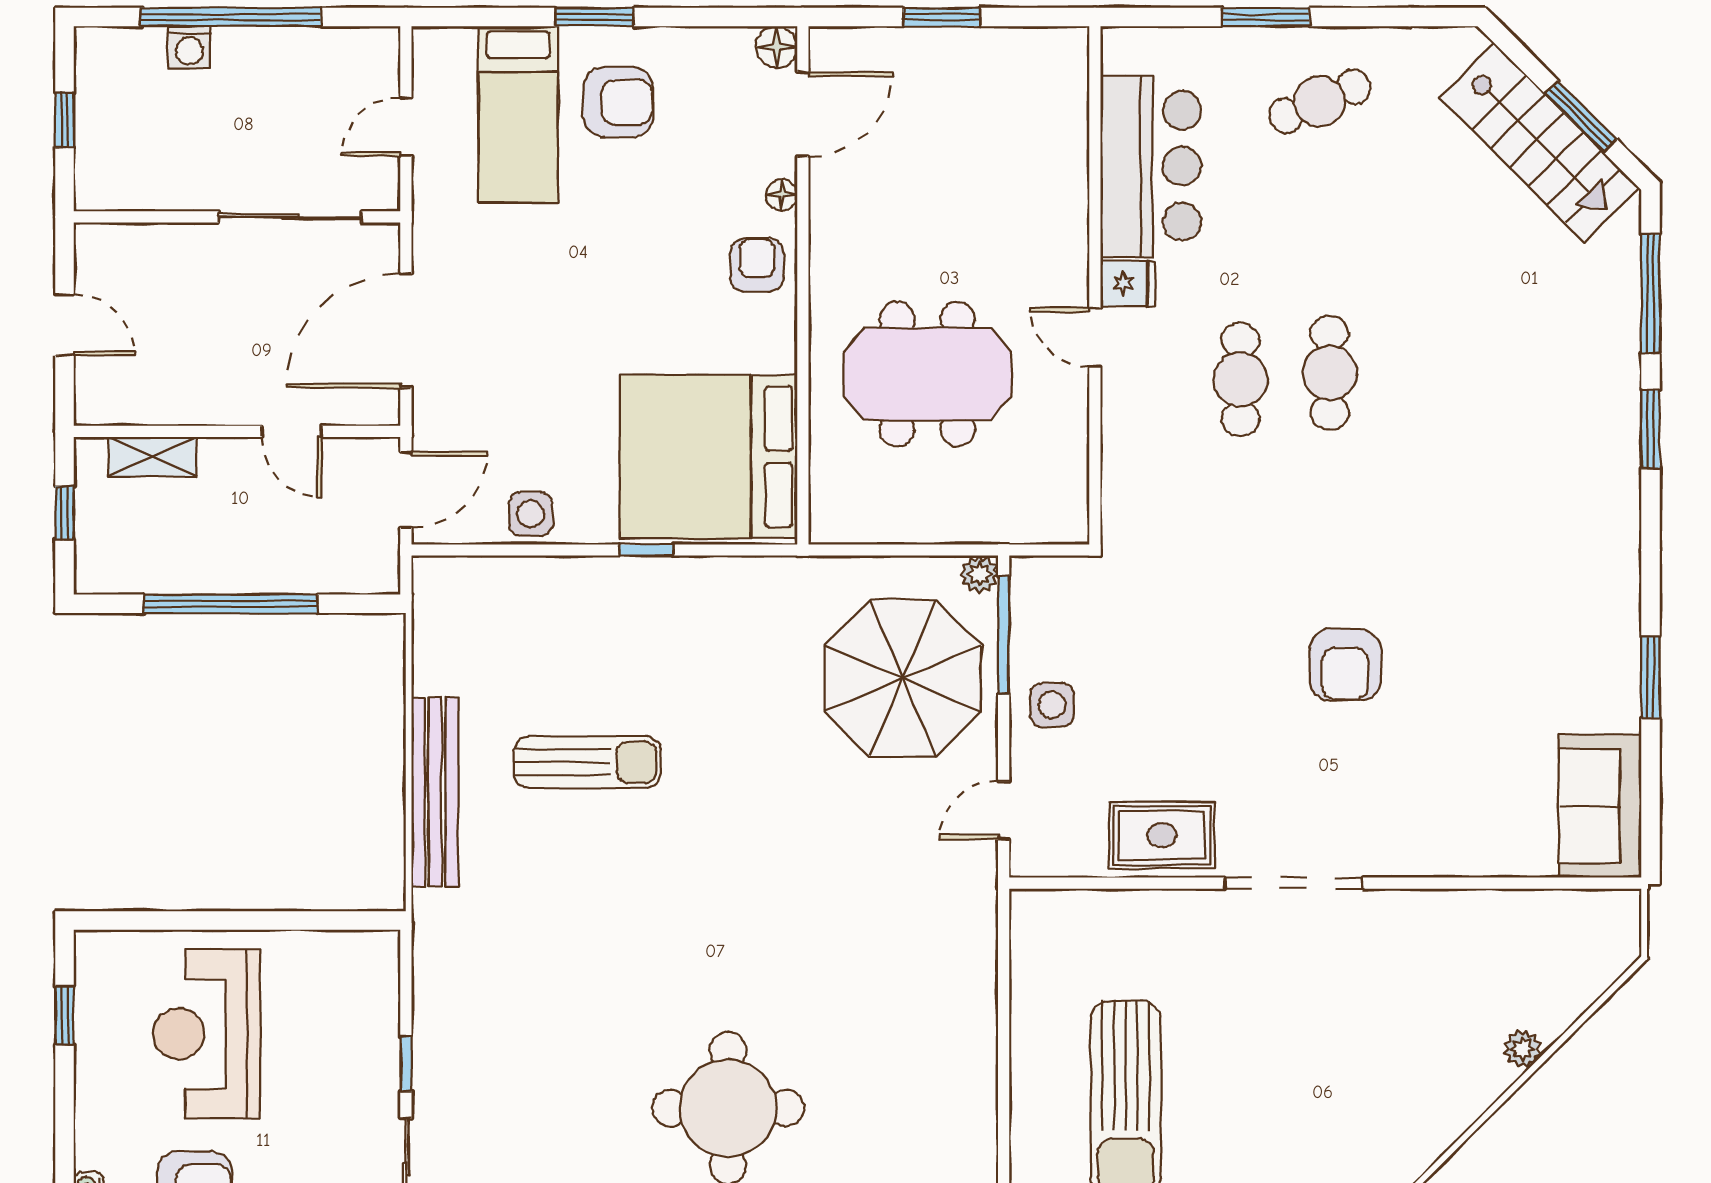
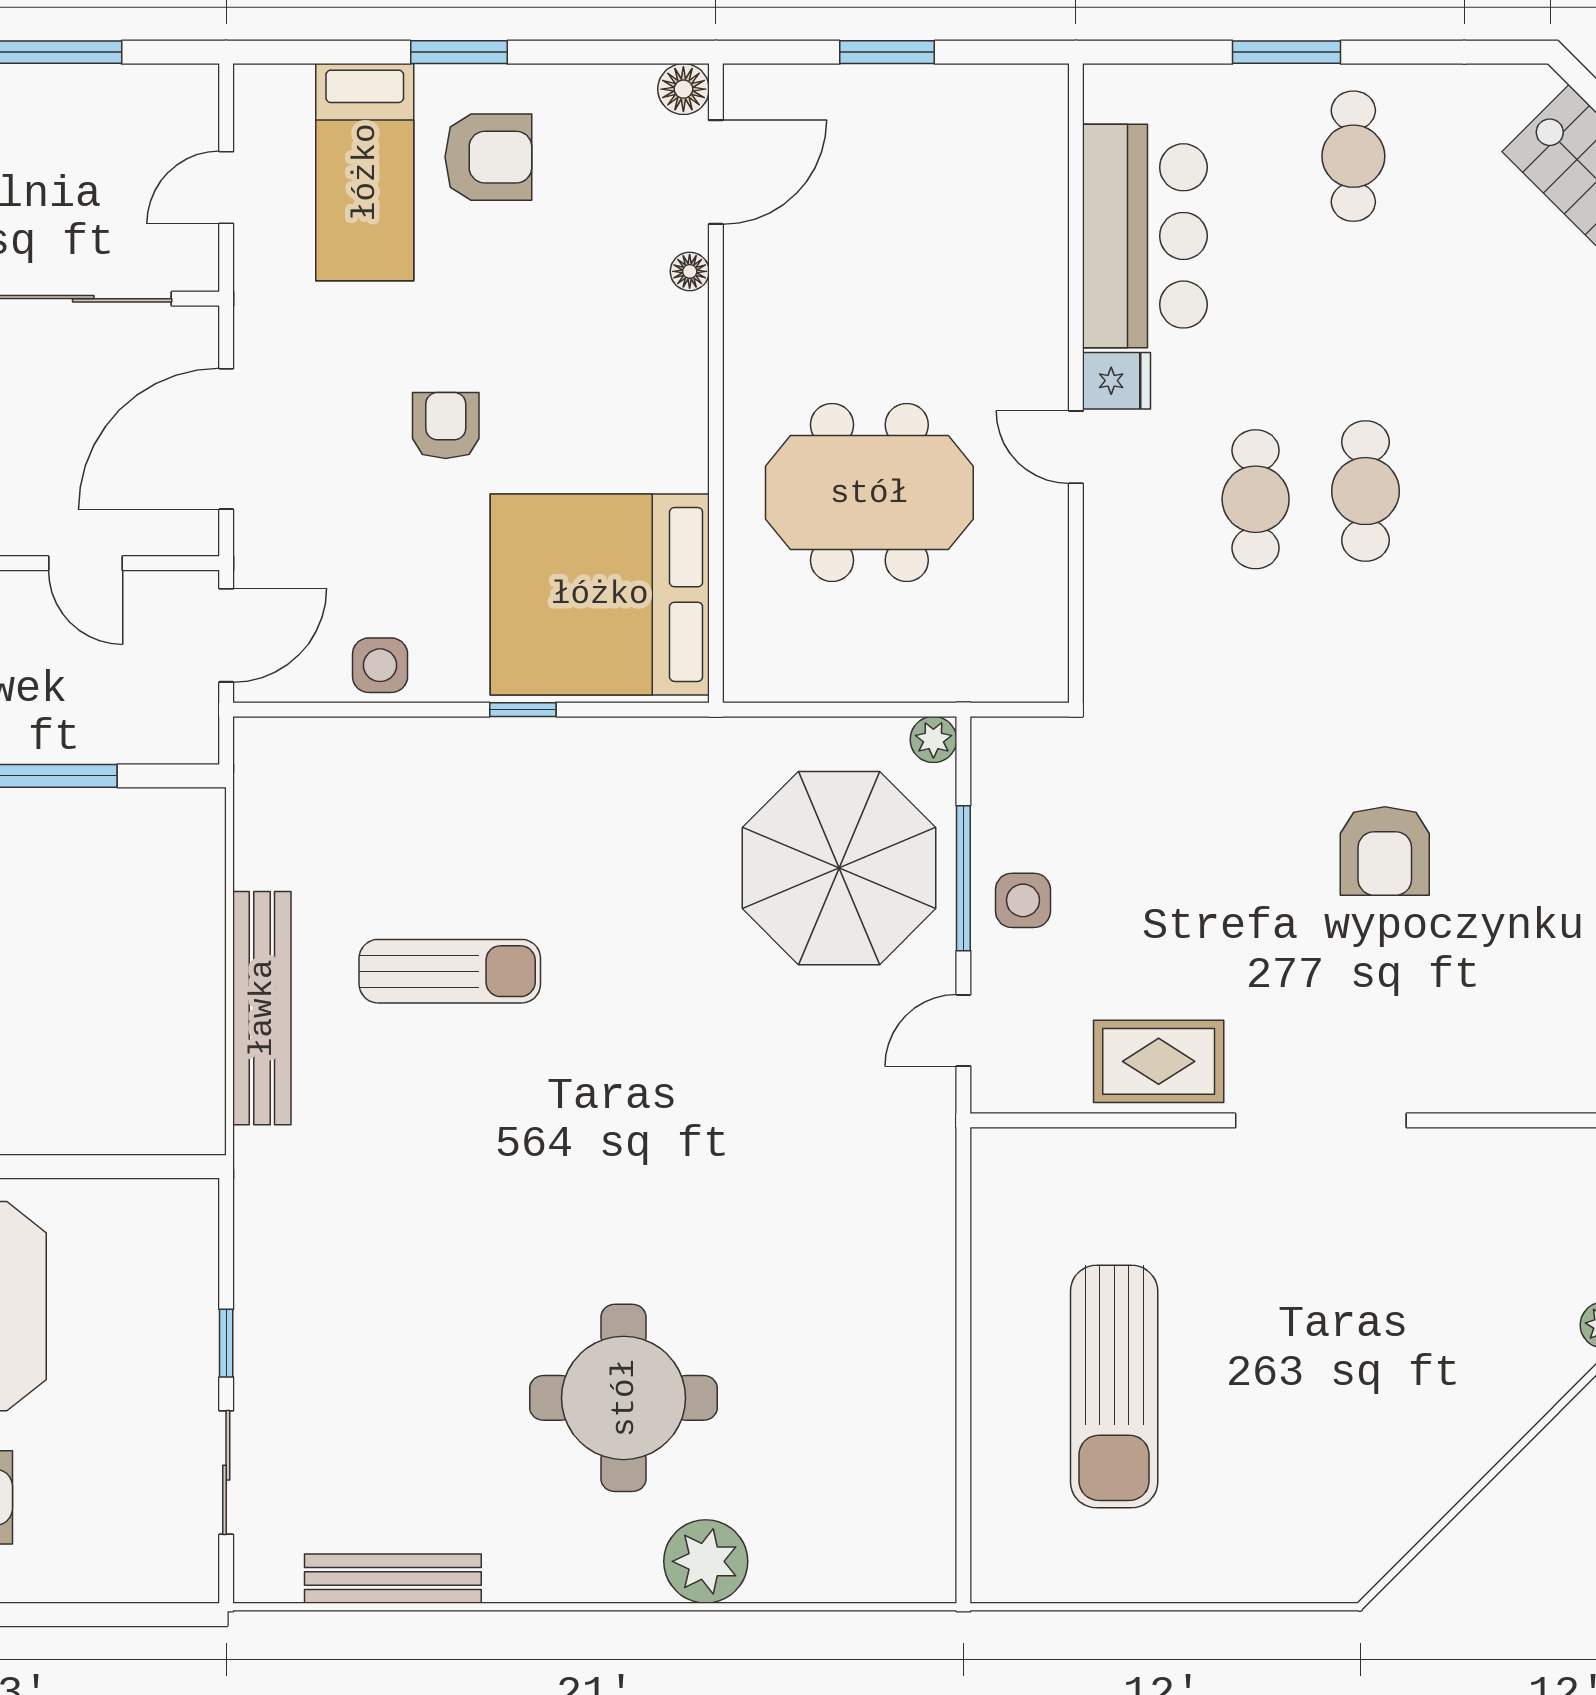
cafe table: (1320, 101) -> (1353, 156), turned -67
armchair: (757, 265) -> (446, 425), moved
window: (1004, 635) -> (963, 878), moved

